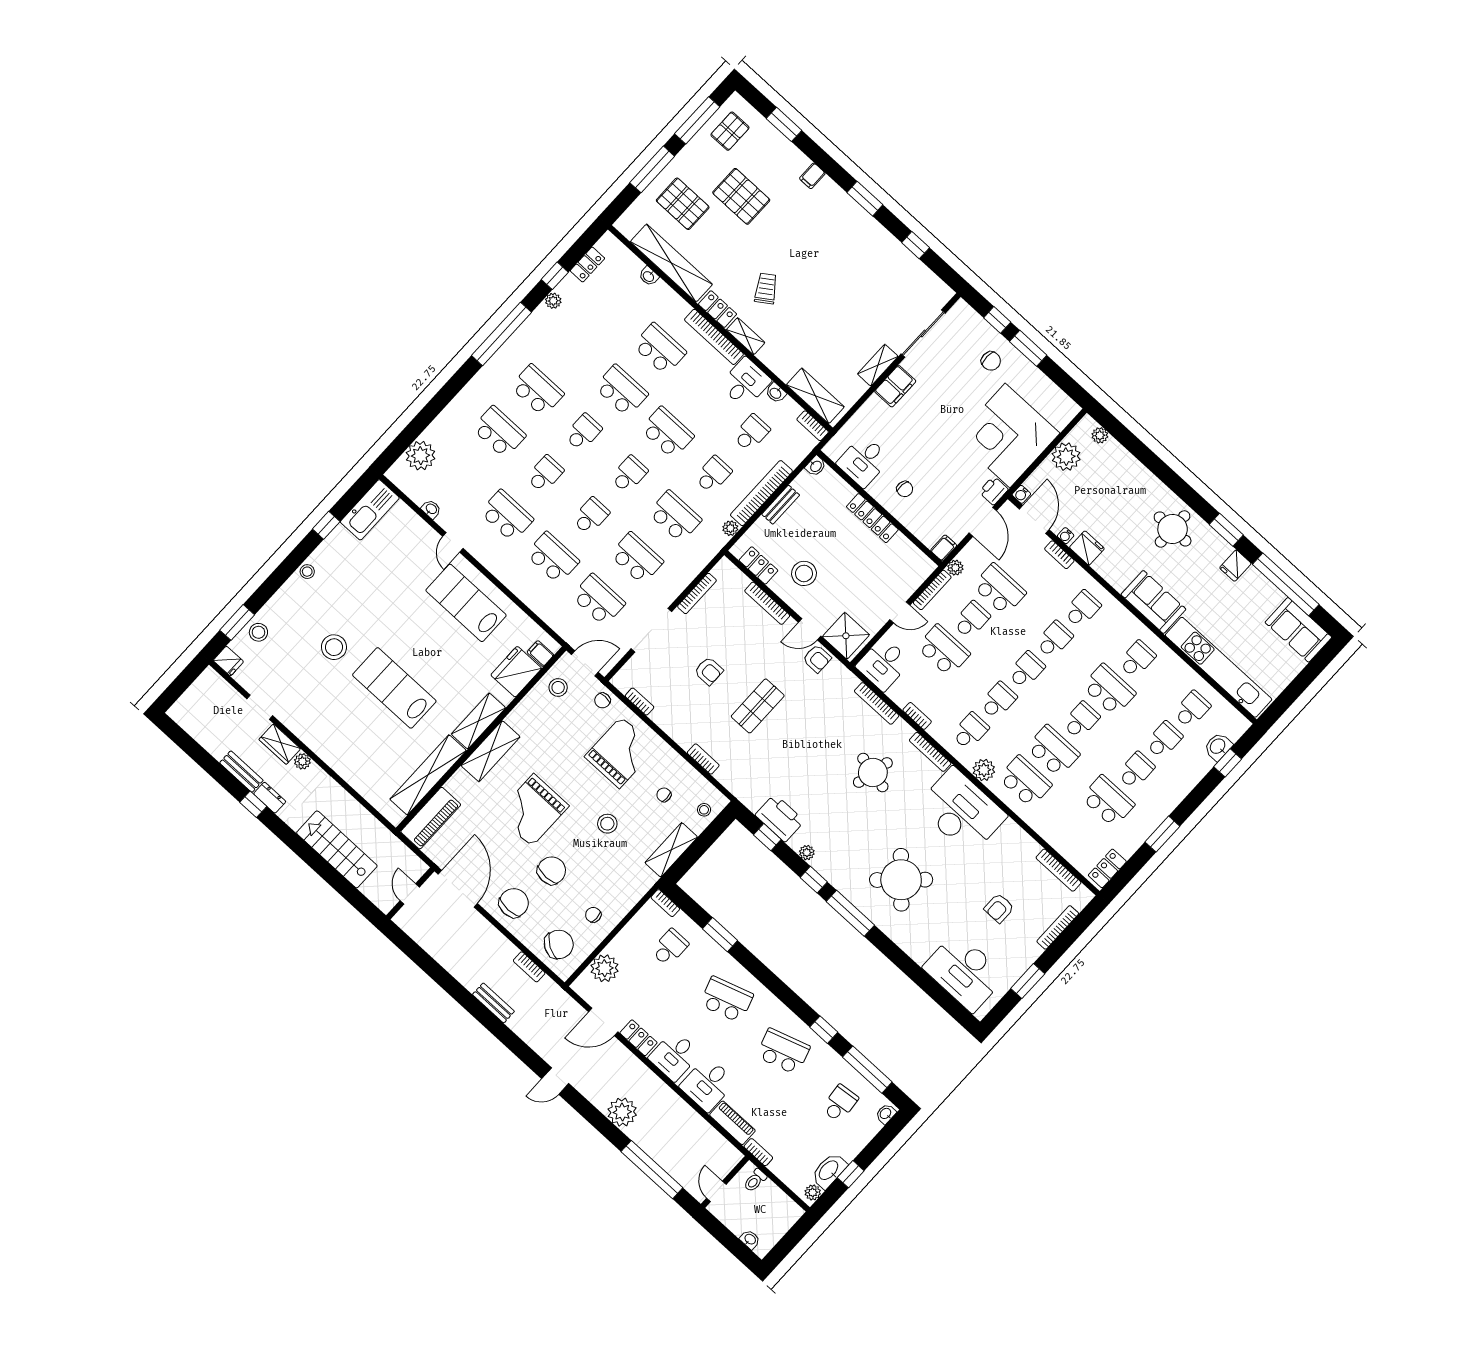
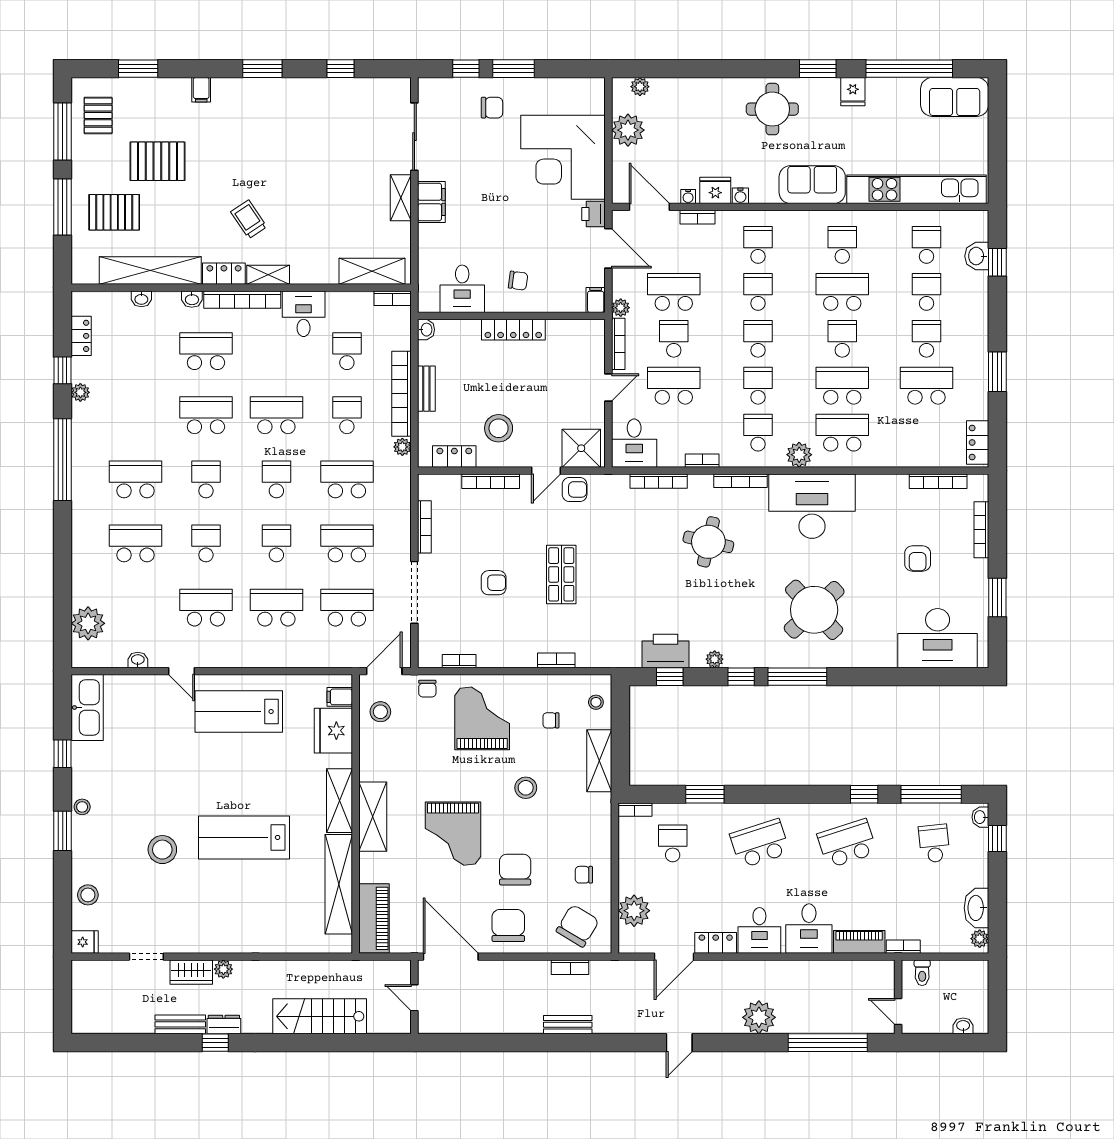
washbasin: (776, 393) -> (192, 299), moved
water cooler: (1021, 494) -> (740, 196), moved
window: (237, 622) -> (63, 831), moved
window: (851, 1174) -> (997, 838), moved

